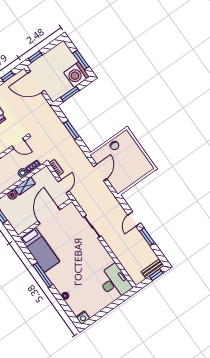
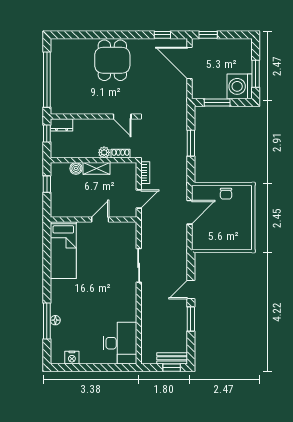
door: (49, 215) -> (100, 220), width x0.53
window: (43, 275) -> (47, 321), moved
nightstand: (83, 318) -> (72, 358), moved

